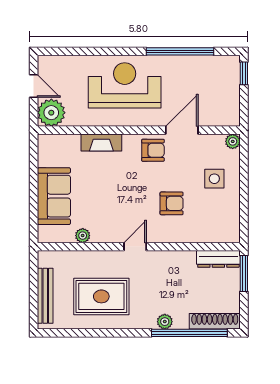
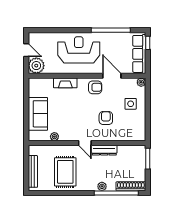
row of seats: (229, 92) -> (139, 54), added
door: (182, 130) -> (112, 76), hinge flipped
armchair: (172, 203) -> (106, 118), turned -90
door: (135, 247) -> (85, 143), swing flipped
dresser: (218, 259) -> (104, 150), moved
rug: (101, 296) -> (65, 172), turned 90

